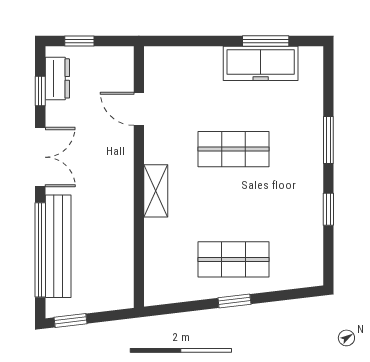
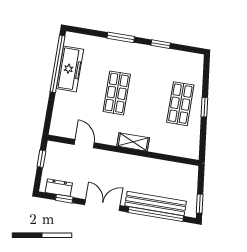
window: (79, 41) -> (41, 159), moved
window: (266, 41) -> (57, 64), width x2.11
door: (139, 109) -> (84, 144), swing flipped

